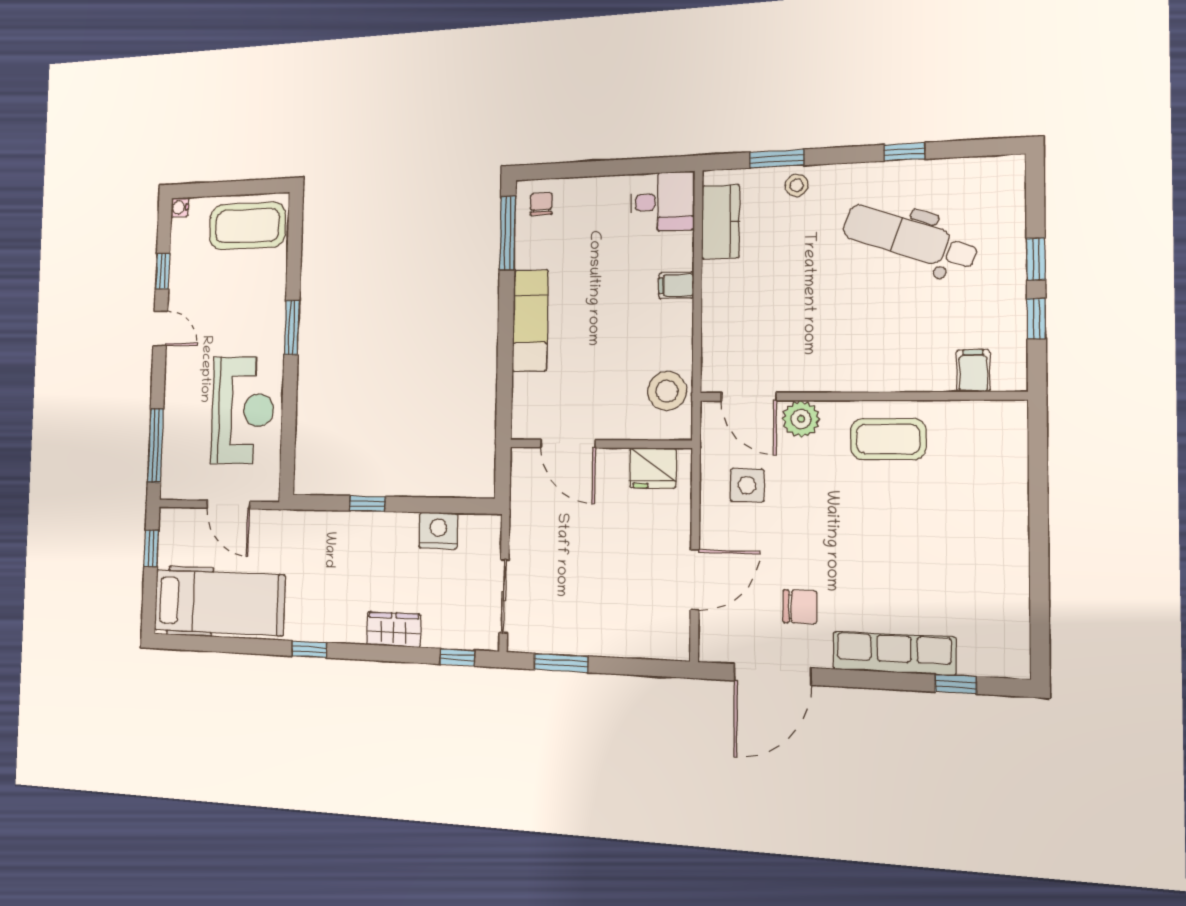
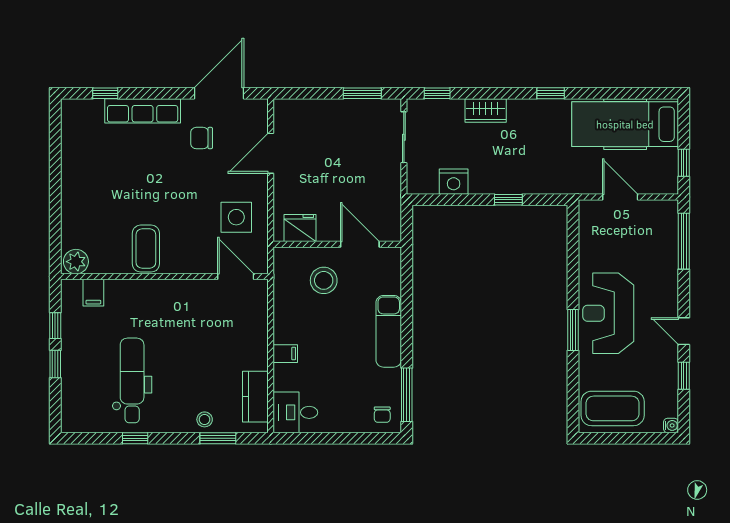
dental chair: (910, 238) -> (132, 380), turned -110
stool: (667, 391) -> (324, 280), moved
reception desk: (243, 410) -> (608, 313), moved
plant: (801, 419) -> (76, 262), moved
coffee table: (888, 439) -> (146, 249), turned 90
side table: (747, 485) -> (236, 217), width x1.37, depth x1.37

